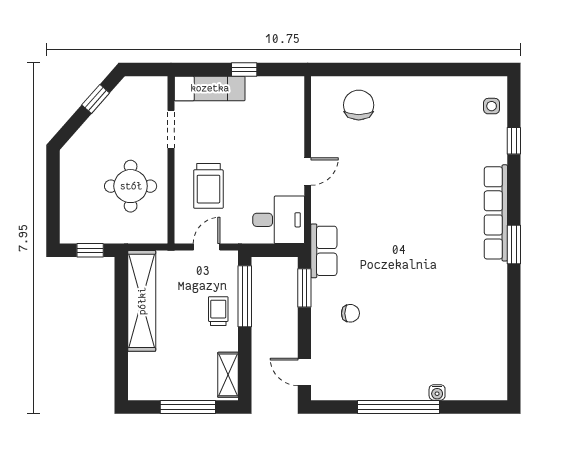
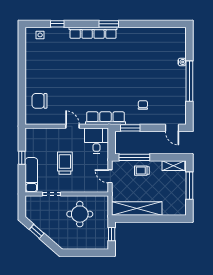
trolley: (208, 186) -> (65, 163), moved, turned -90
row of seats: (324, 251) -> (105, 118), width x1.48
door: (304, 372) -> (172, 128), hinge flipped

